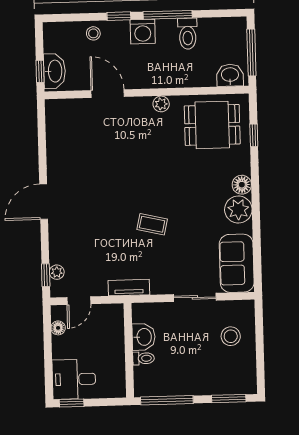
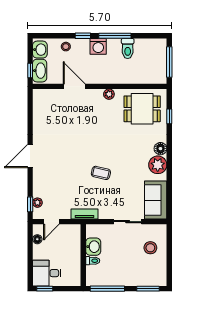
washbasin: (230, 75) -> (40, 50), moved, turned 90

